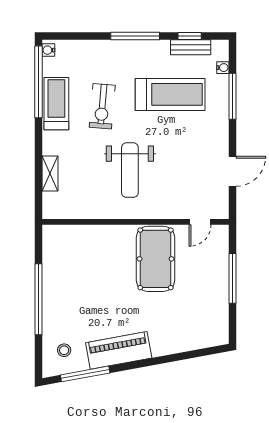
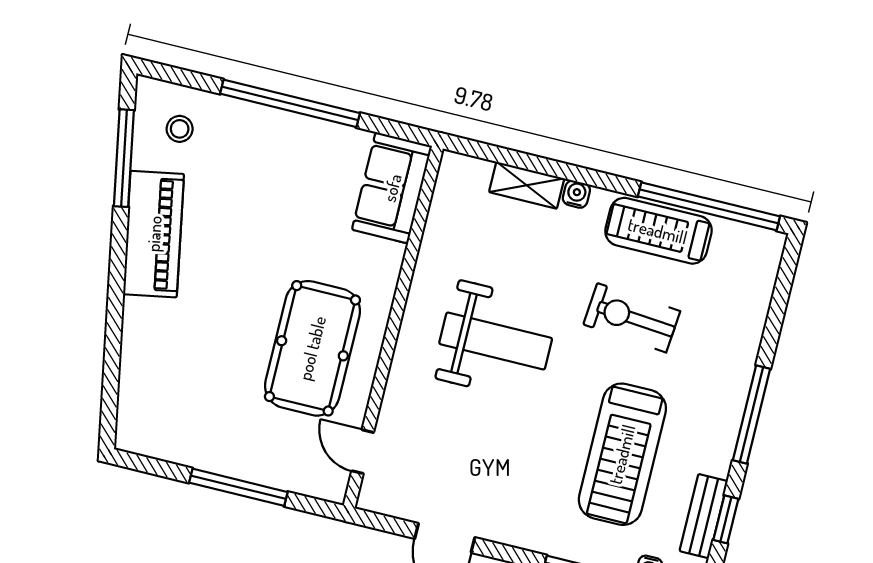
water cooler: (48, 50) -> (576, 194), moved
treadmill: (56, 104) -> (658, 231), turned 180
weight bench: (130, 170) -> (496, 341), turned 180
sofa: (67, 239) -> (392, 188), added
pool table: (156, 259) -> (312, 348), turned 90

